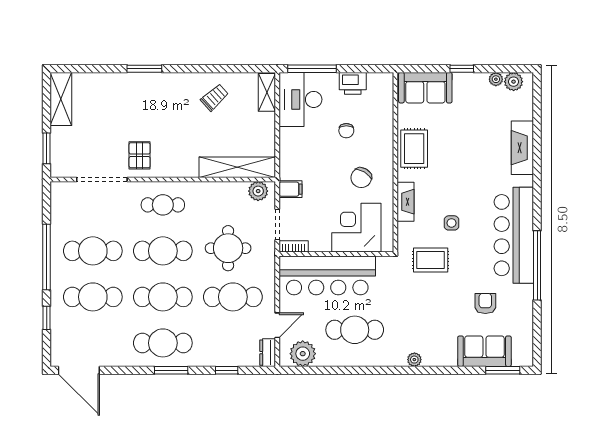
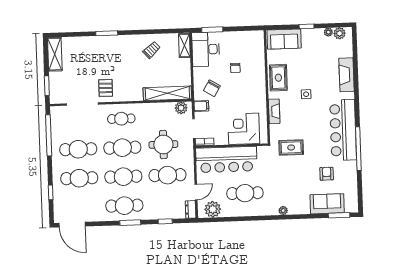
window: (312, 69) -> (212, 30), width x0.69
printer: (353, 83) -> (238, 38), removed
chair: (361, 178) -> (212, 88), moved
side table: (451, 223) -> (306, 94), moved
window: (47, 257) -> (49, 135), moved

